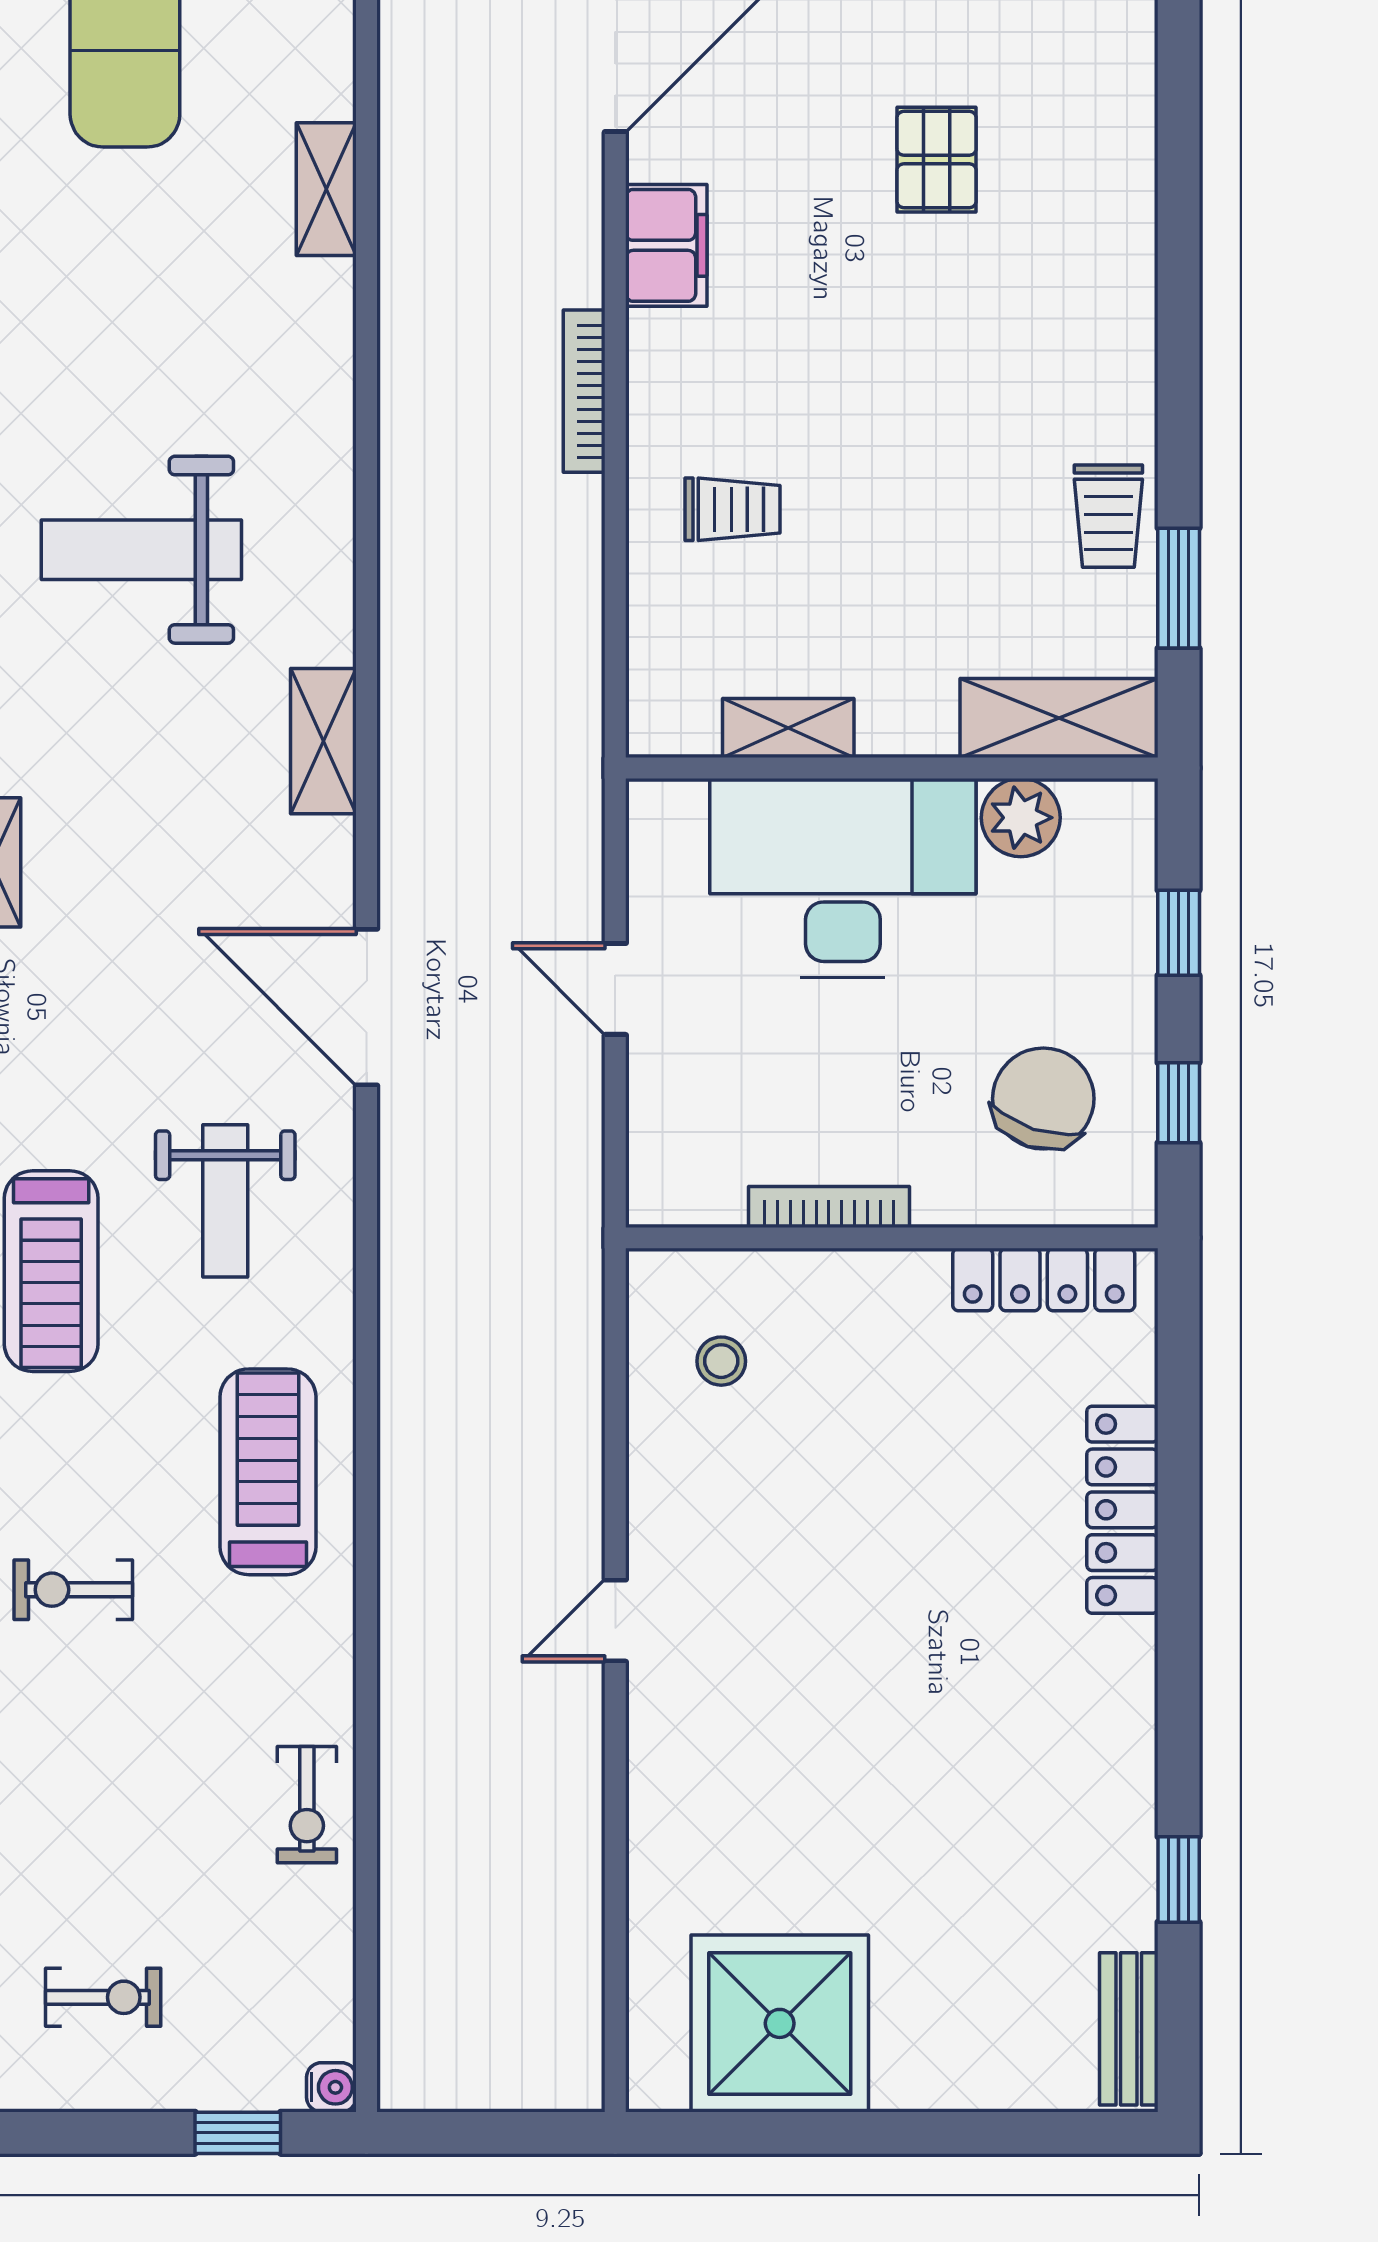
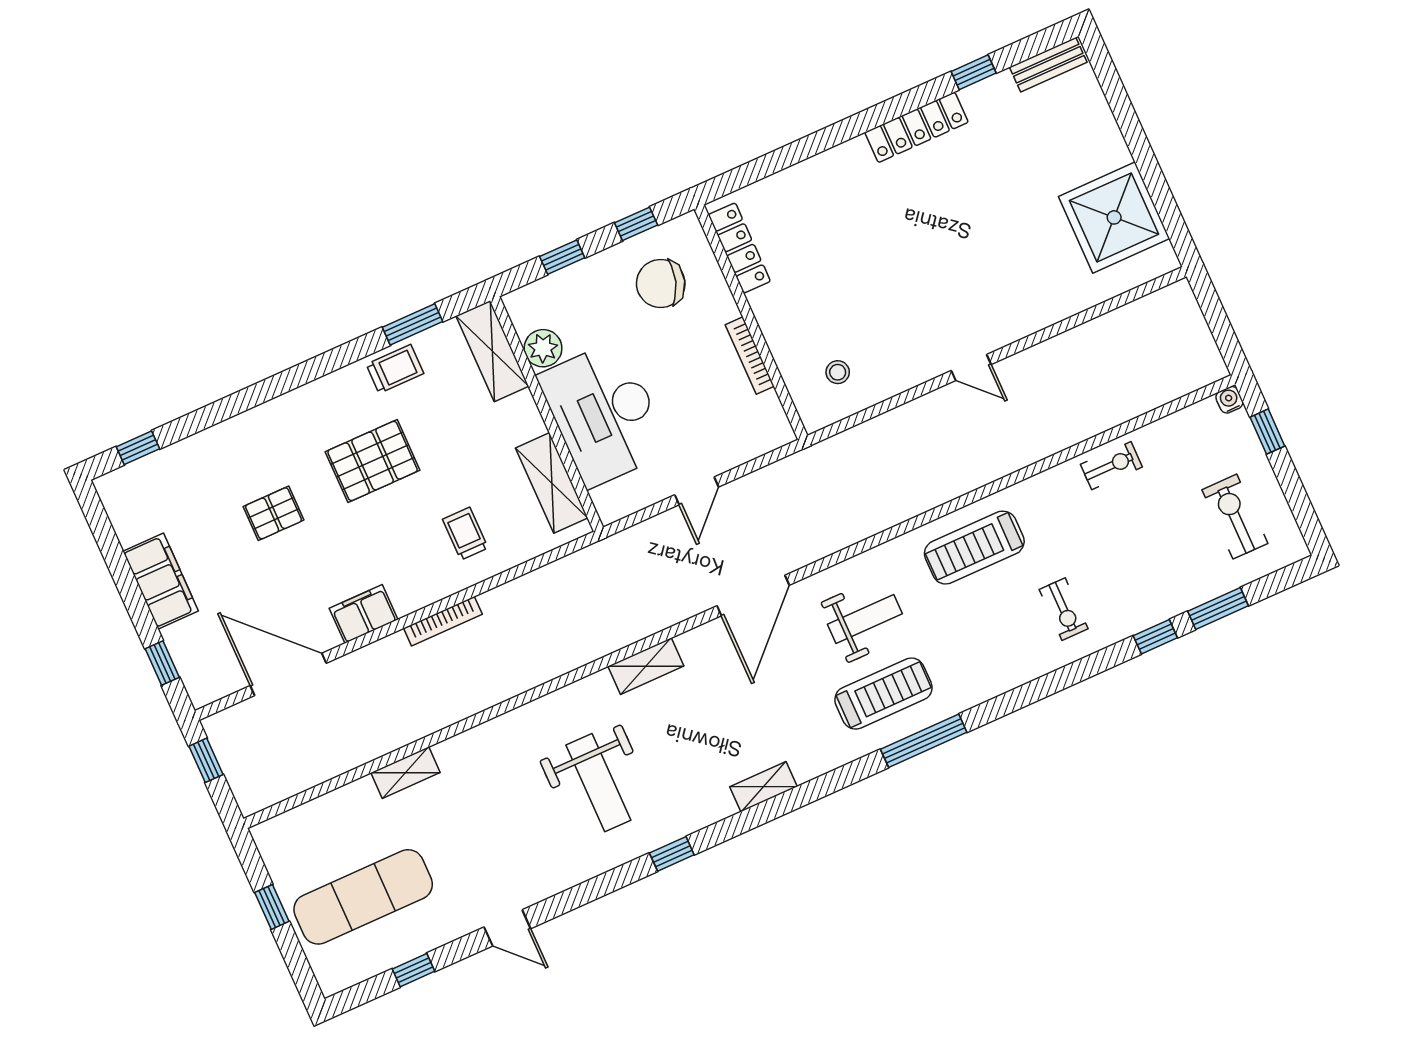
pallet: (952, 394) -> (373, 461), added
shelving: (788, 728) -> (552, 483), width x1.50, depth x1.33
treadmill: (51, 1271) -> (883, 694), moved
locker: (1122, 1510) -> (916, 127), moved
exercise bike: (103, 1997) -> (1235, 517), width x1.38, depth x1.39

